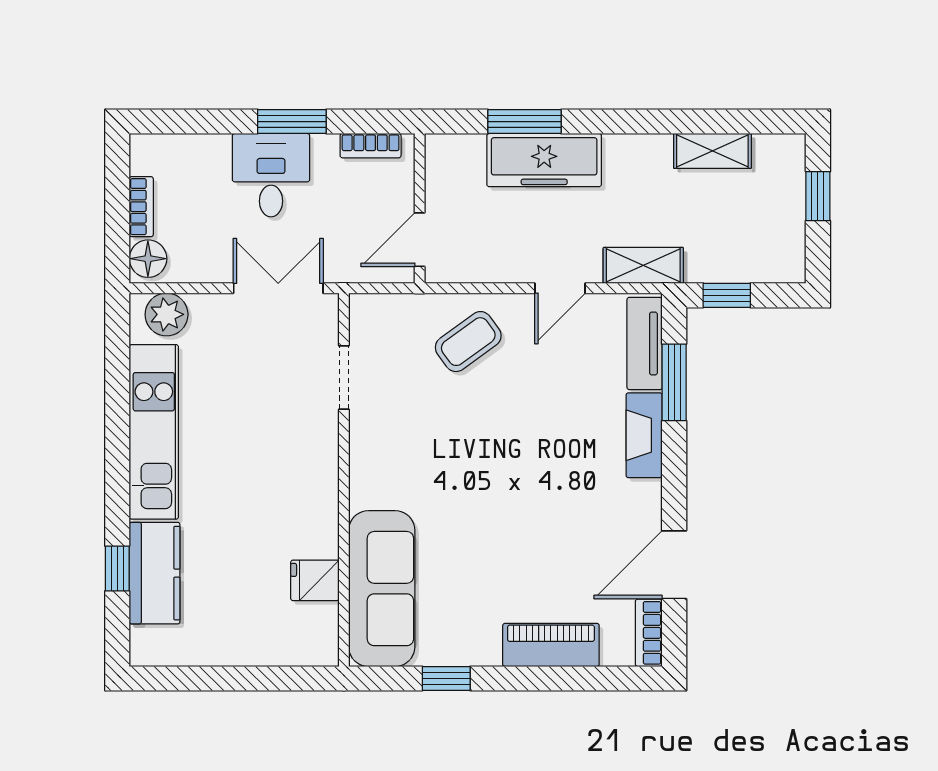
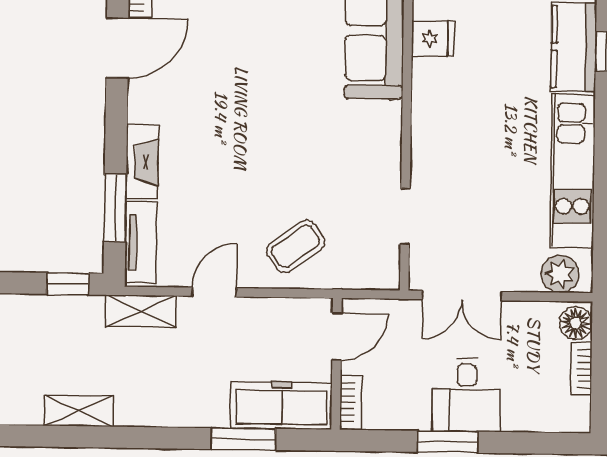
bookcase: (371, 146) -> (351, 402), moved, turned 90
freezer: (544, 160) -> (281, 406), moved

